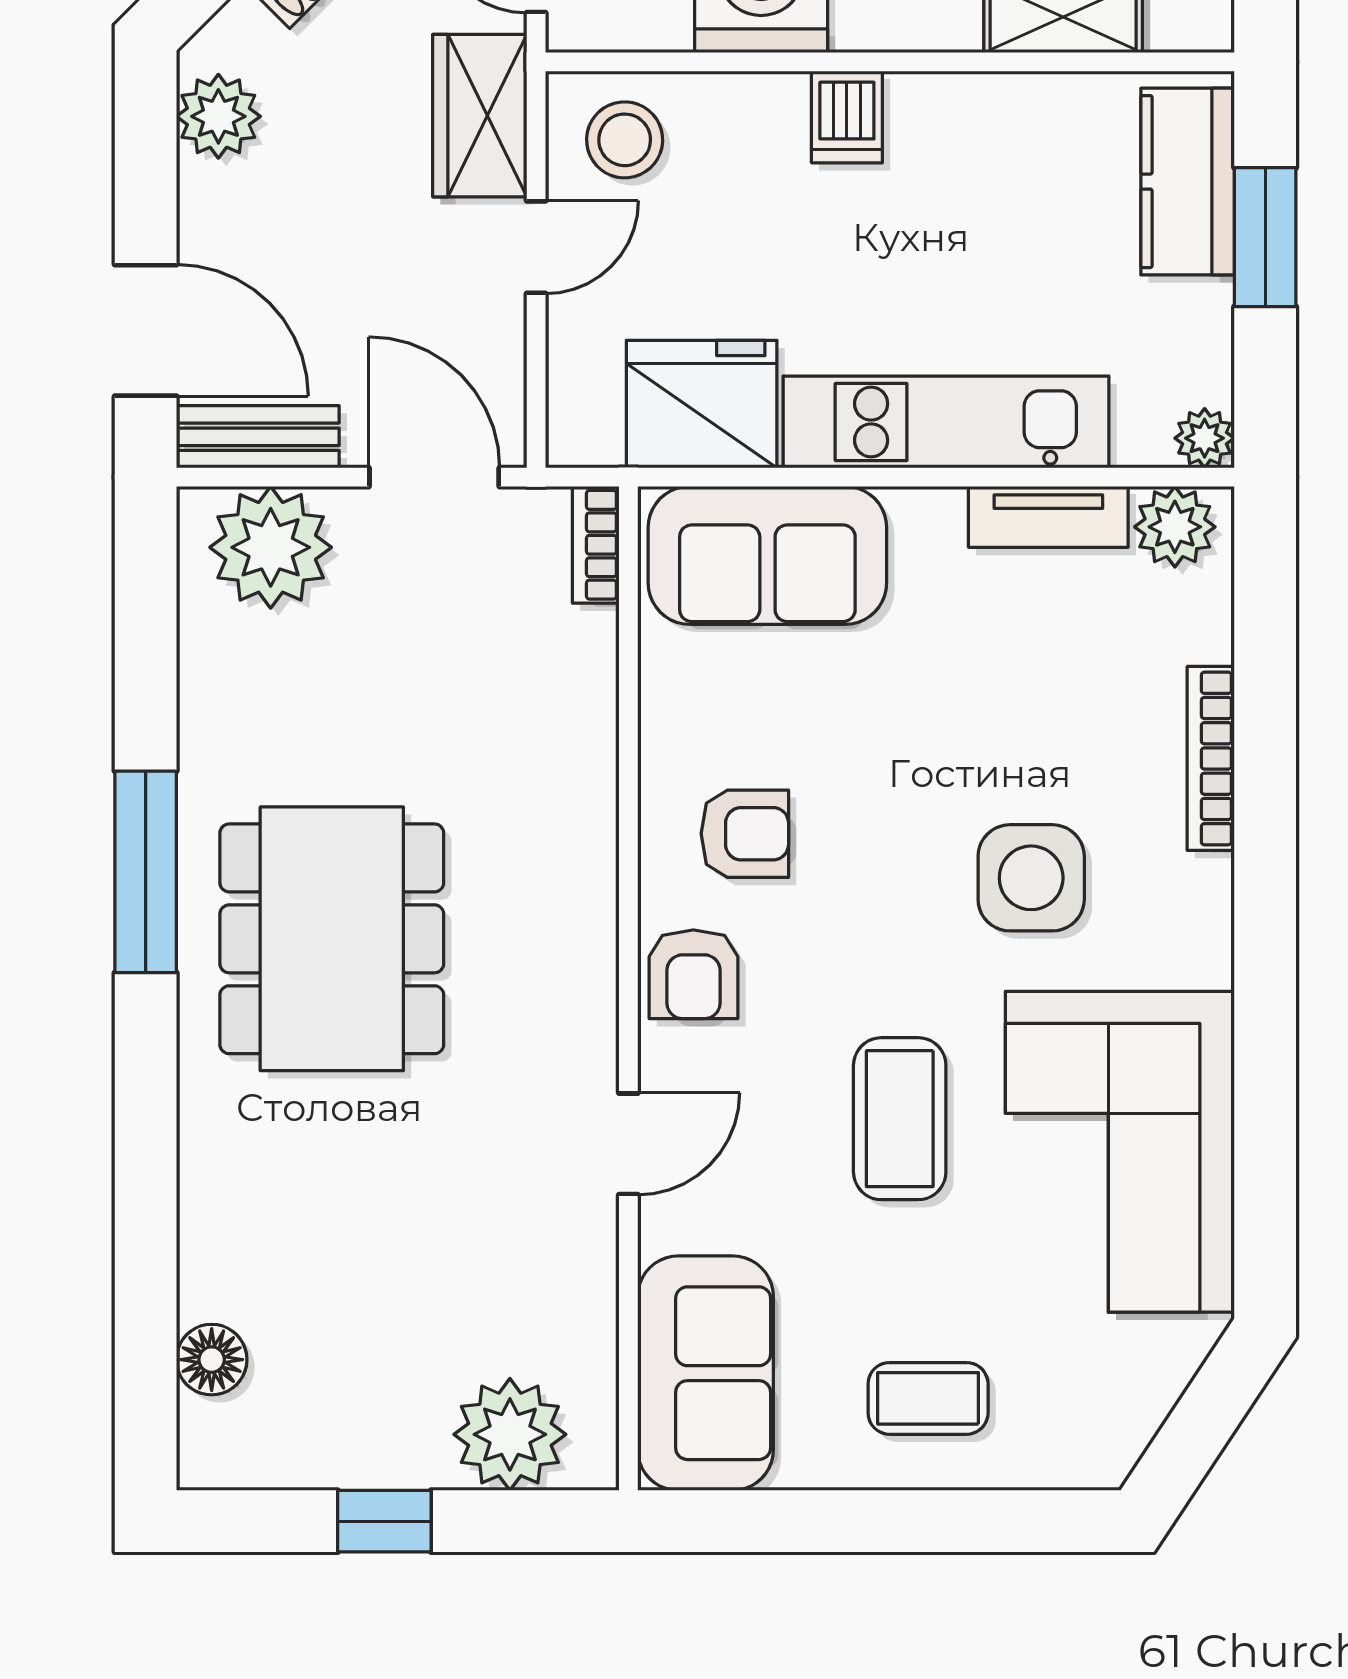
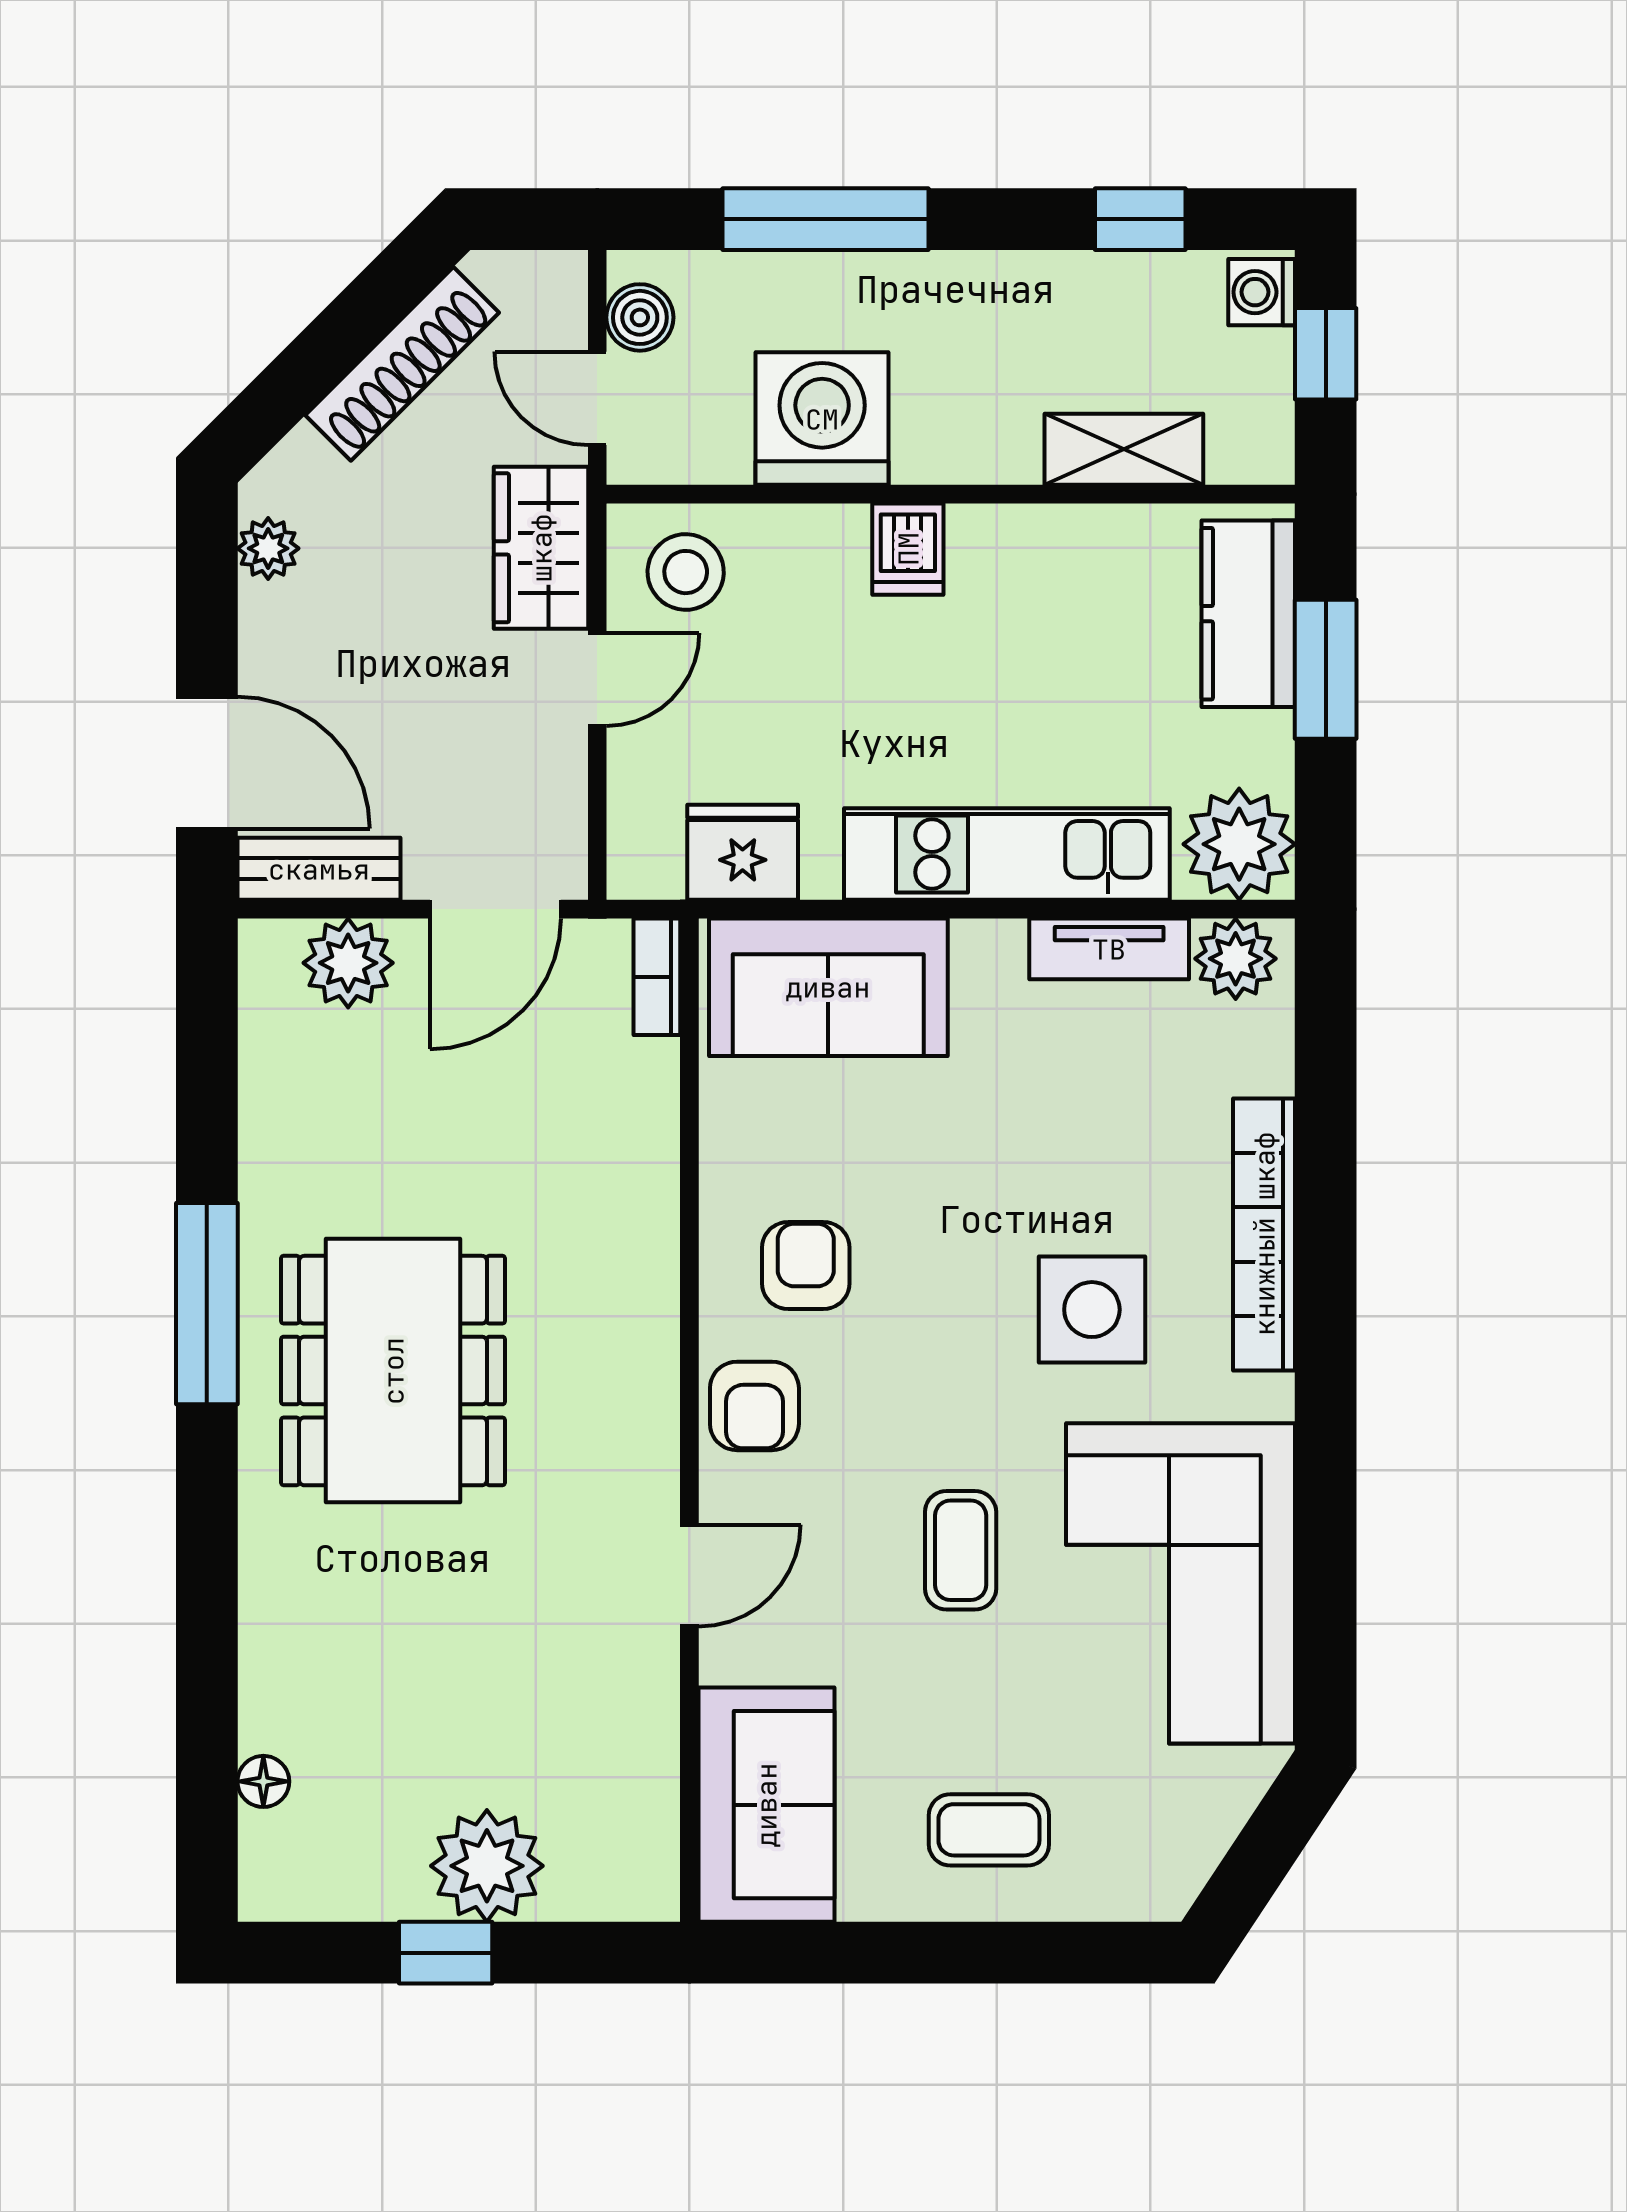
plant: (218, 116) -> (268, 548), width x0.73, depth x0.73
fridge: (702, 404) -> (743, 852), width x0.73, depth x0.75
plant: (1205, 438) -> (1239, 844), width x1.88, depth x1.88
door: (434, 477) -> (495, 909), swing flipped
plant: (271, 547) -> (348, 963), width x0.73, depth x0.73
bookcase: (1211, 758) -> (1264, 1234), width x1.48, depth x1.31
armchair: (745, 834) -> (806, 1265), turned -90
coffee table: (900, 1119) -> (961, 1550), width x0.73, depth x0.77
floor lamp: (212, 1360) -> (263, 1781), width x0.73, depth x0.73
plant: (510, 1434) -> (487, 1866), moved

